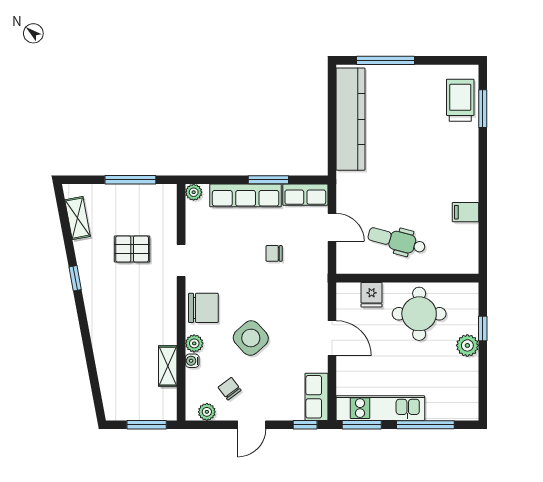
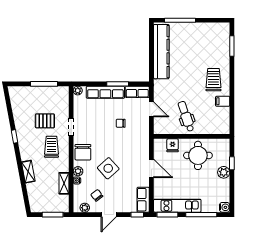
trolley: (460, 100) -> (213, 80), moved
shelving: (78, 218) -> (28, 172), moved
dental chair: (397, 241) -> (186, 116), turned 56
trolley: (145, 297) -> (52, 147), added
chair: (203, 308) -> (83, 152), turned 90
water cooler: (469, 411) -> (225, 207), added

